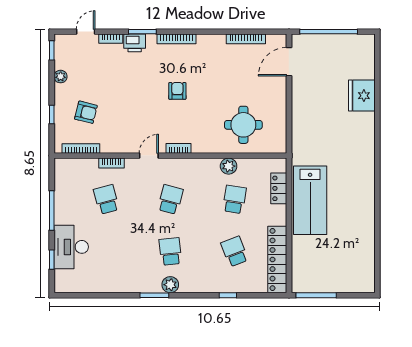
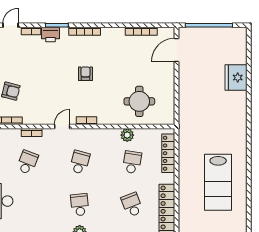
locker: (279, 188) -> (168, 153), width x1.53
school desk: (106, 199) -> (27, 162), turned 36
lab bench: (310, 200) -> (218, 182), moved

